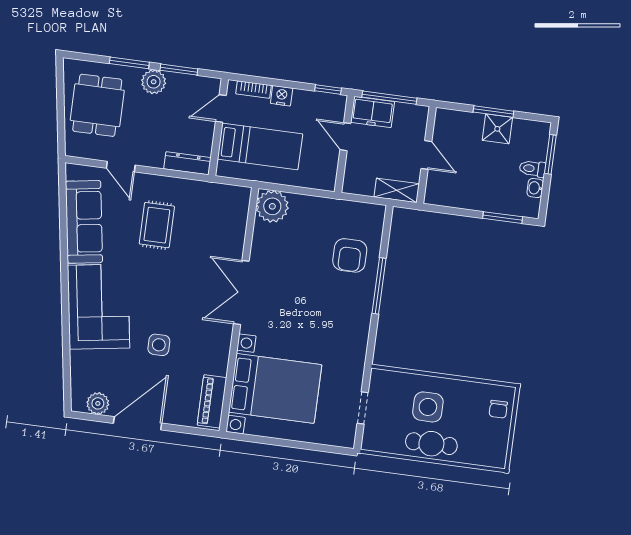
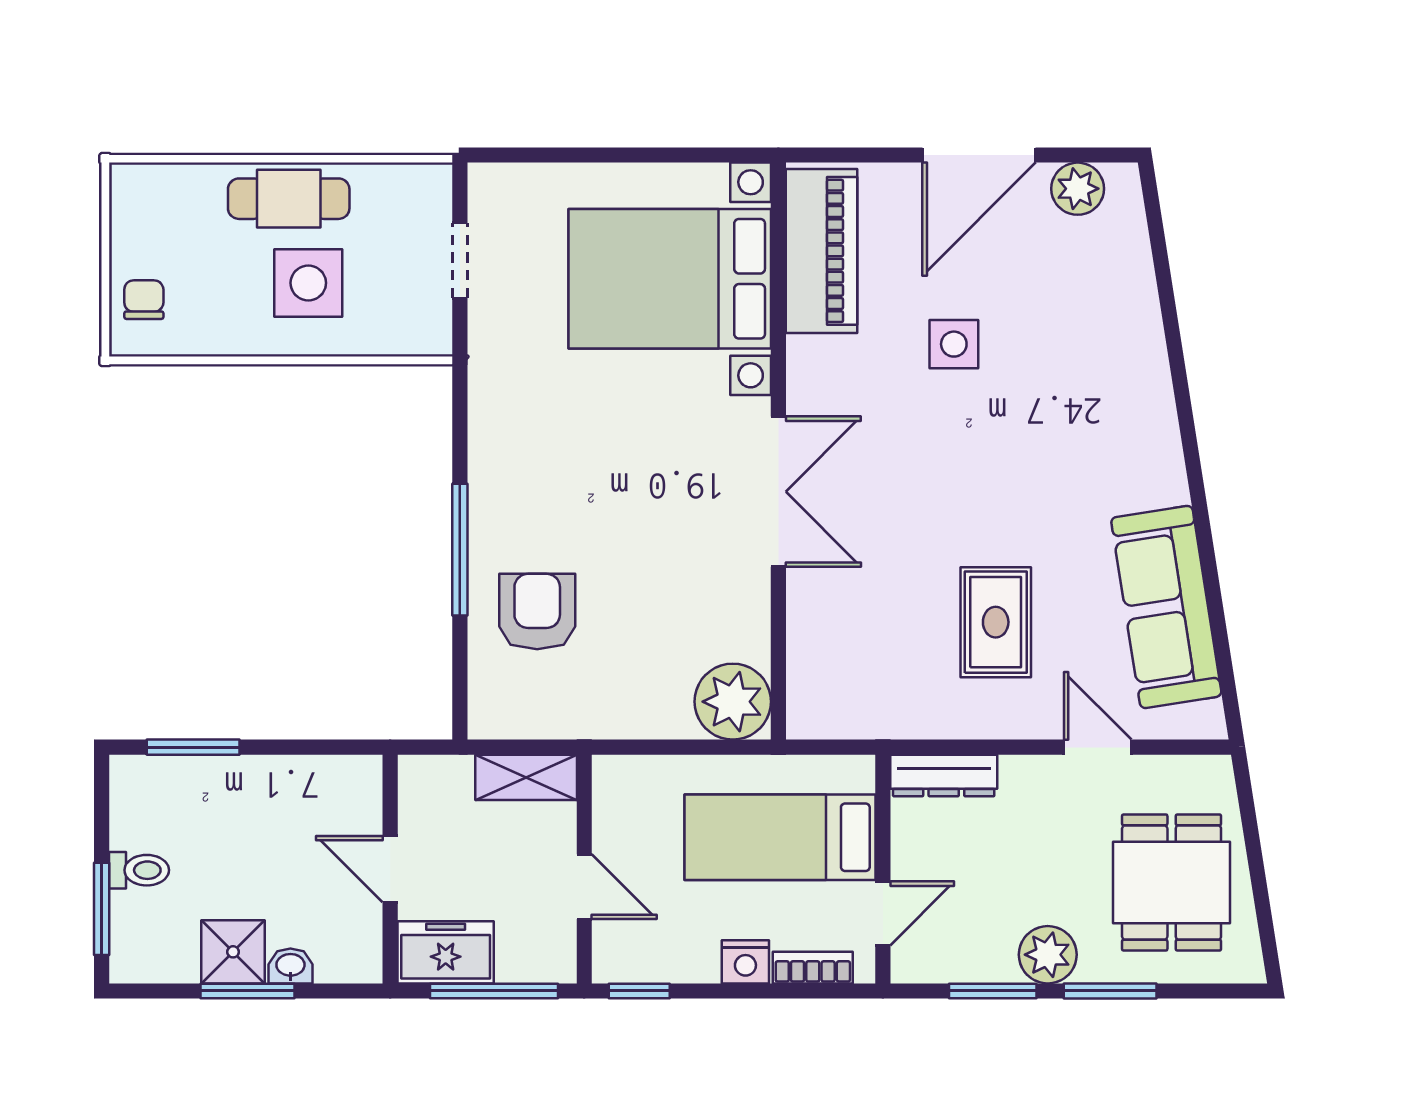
freezer: (373, 112) -> (446, 952), moved
washbasin: (535, 188) -> (290, 966), moved, turned -90
shelving: (397, 190) -> (526, 777), moved
corner sofa: (99, 307) -> (1106, 414), removed
piano: (212, 401) -> (821, 251), width x1.37, depth x1.33

